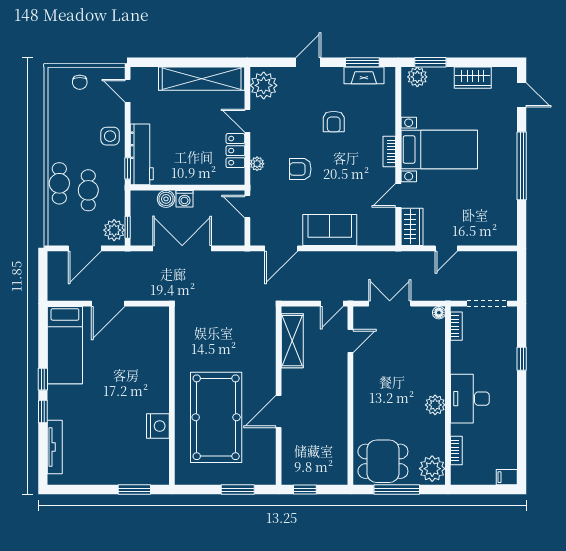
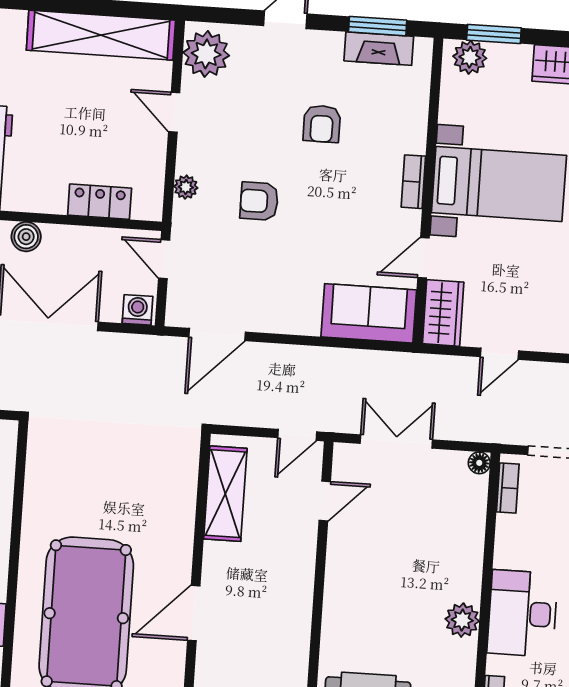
locker: (235, 151) -> (100, 202), moved, turned 90
washing machine: (184, 199) -> (138, 310), moved, turned 180
sofa: (330, 230) -> (369, 313), moved

